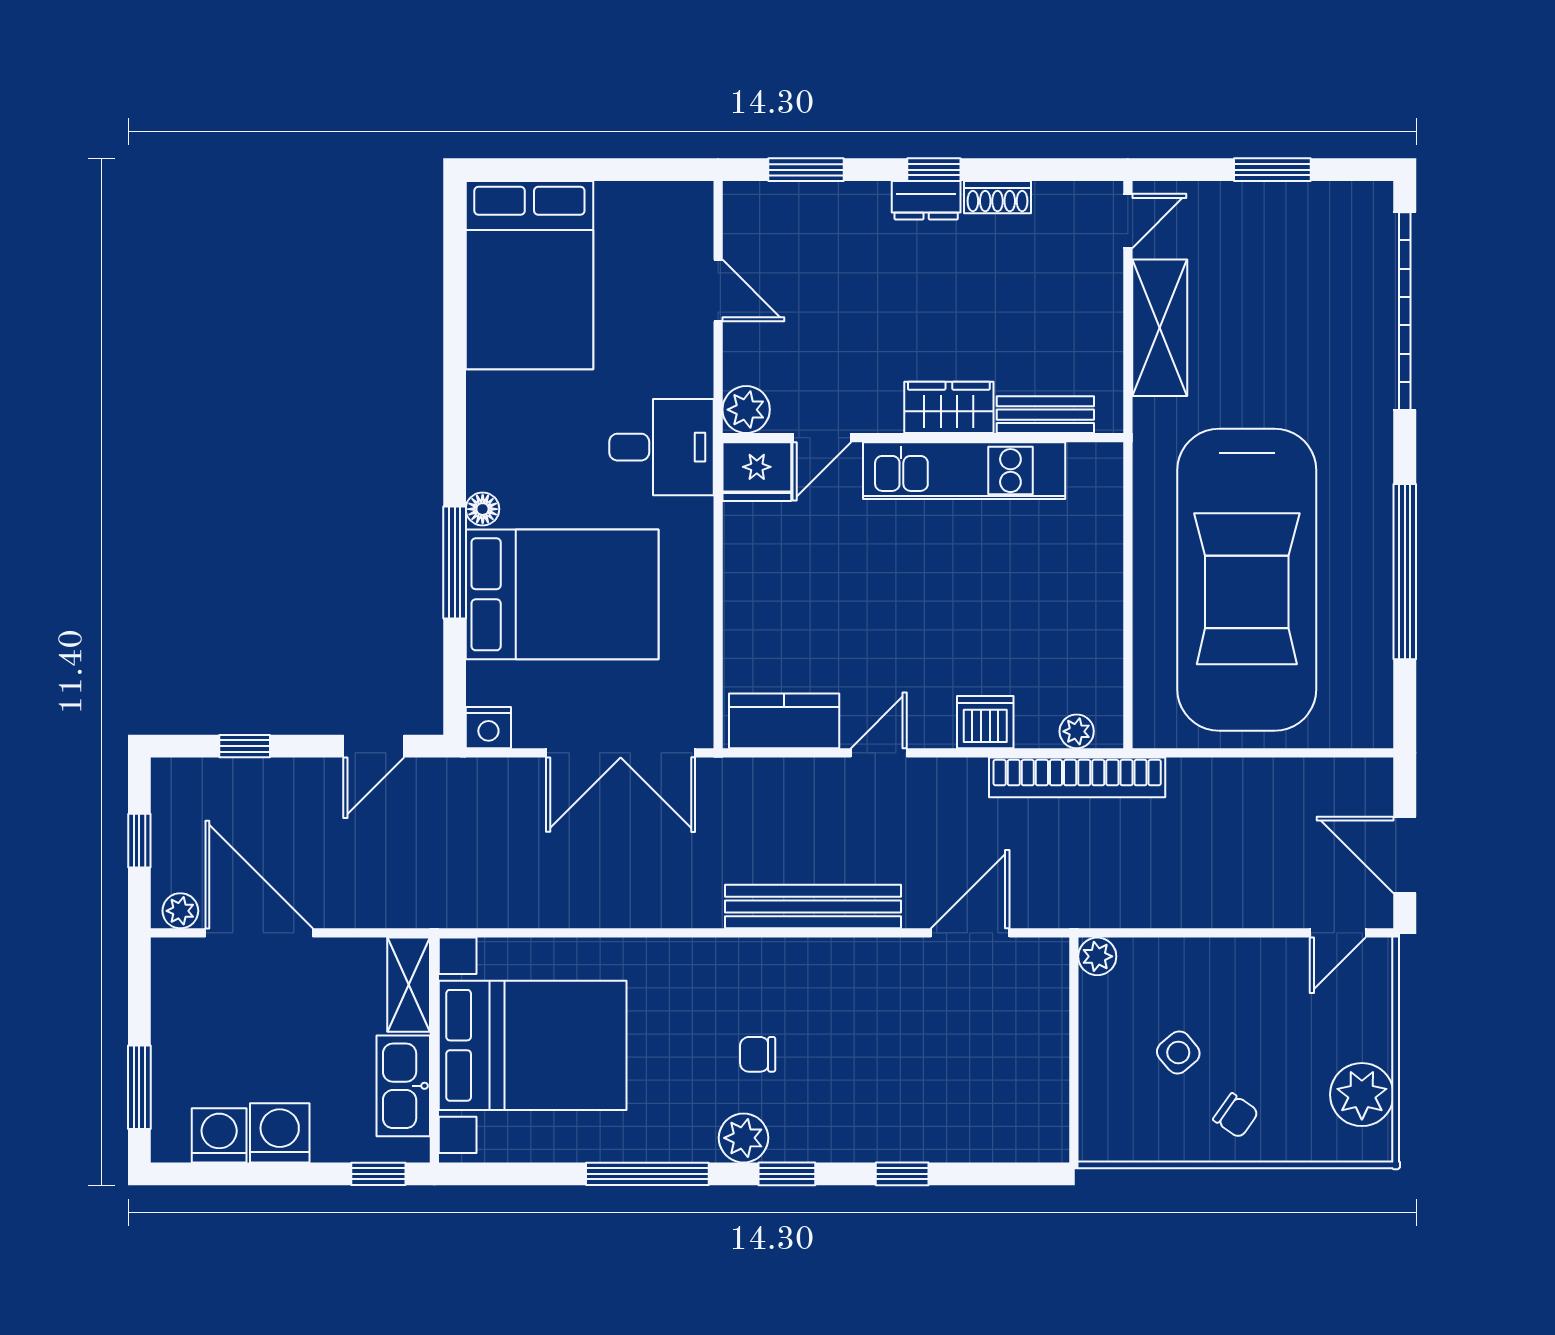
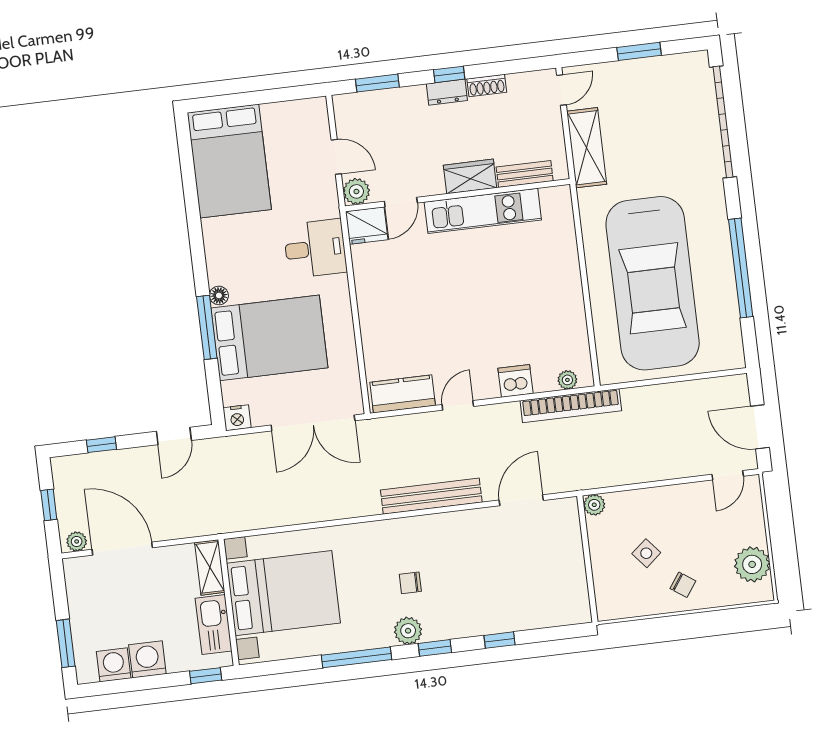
wardrobe: (949, 407) -> (470, 176), moved
plant: (746, 410) -> (356, 191), moved
bench: (1045, 415) -> (525, 174), moved
door: (822, 438) -> (401, 202), moved
wall: (923, 438) -> (458, 195), moved
kitchen unit: (964, 471) -> (483, 211), moved
fridge: (757, 472) -> (367, 226), moved

